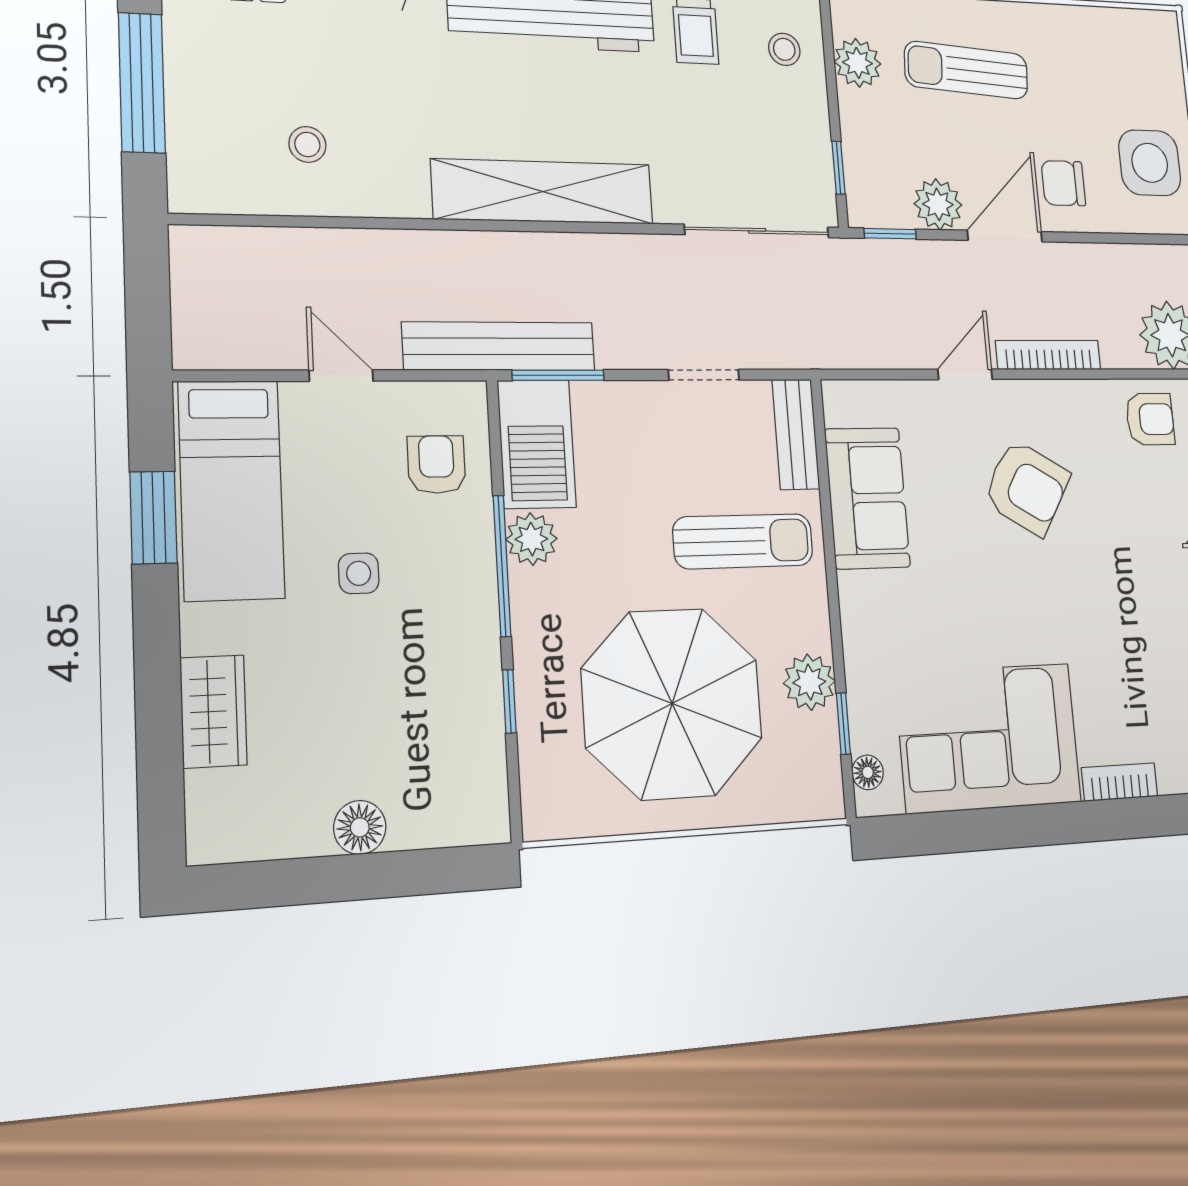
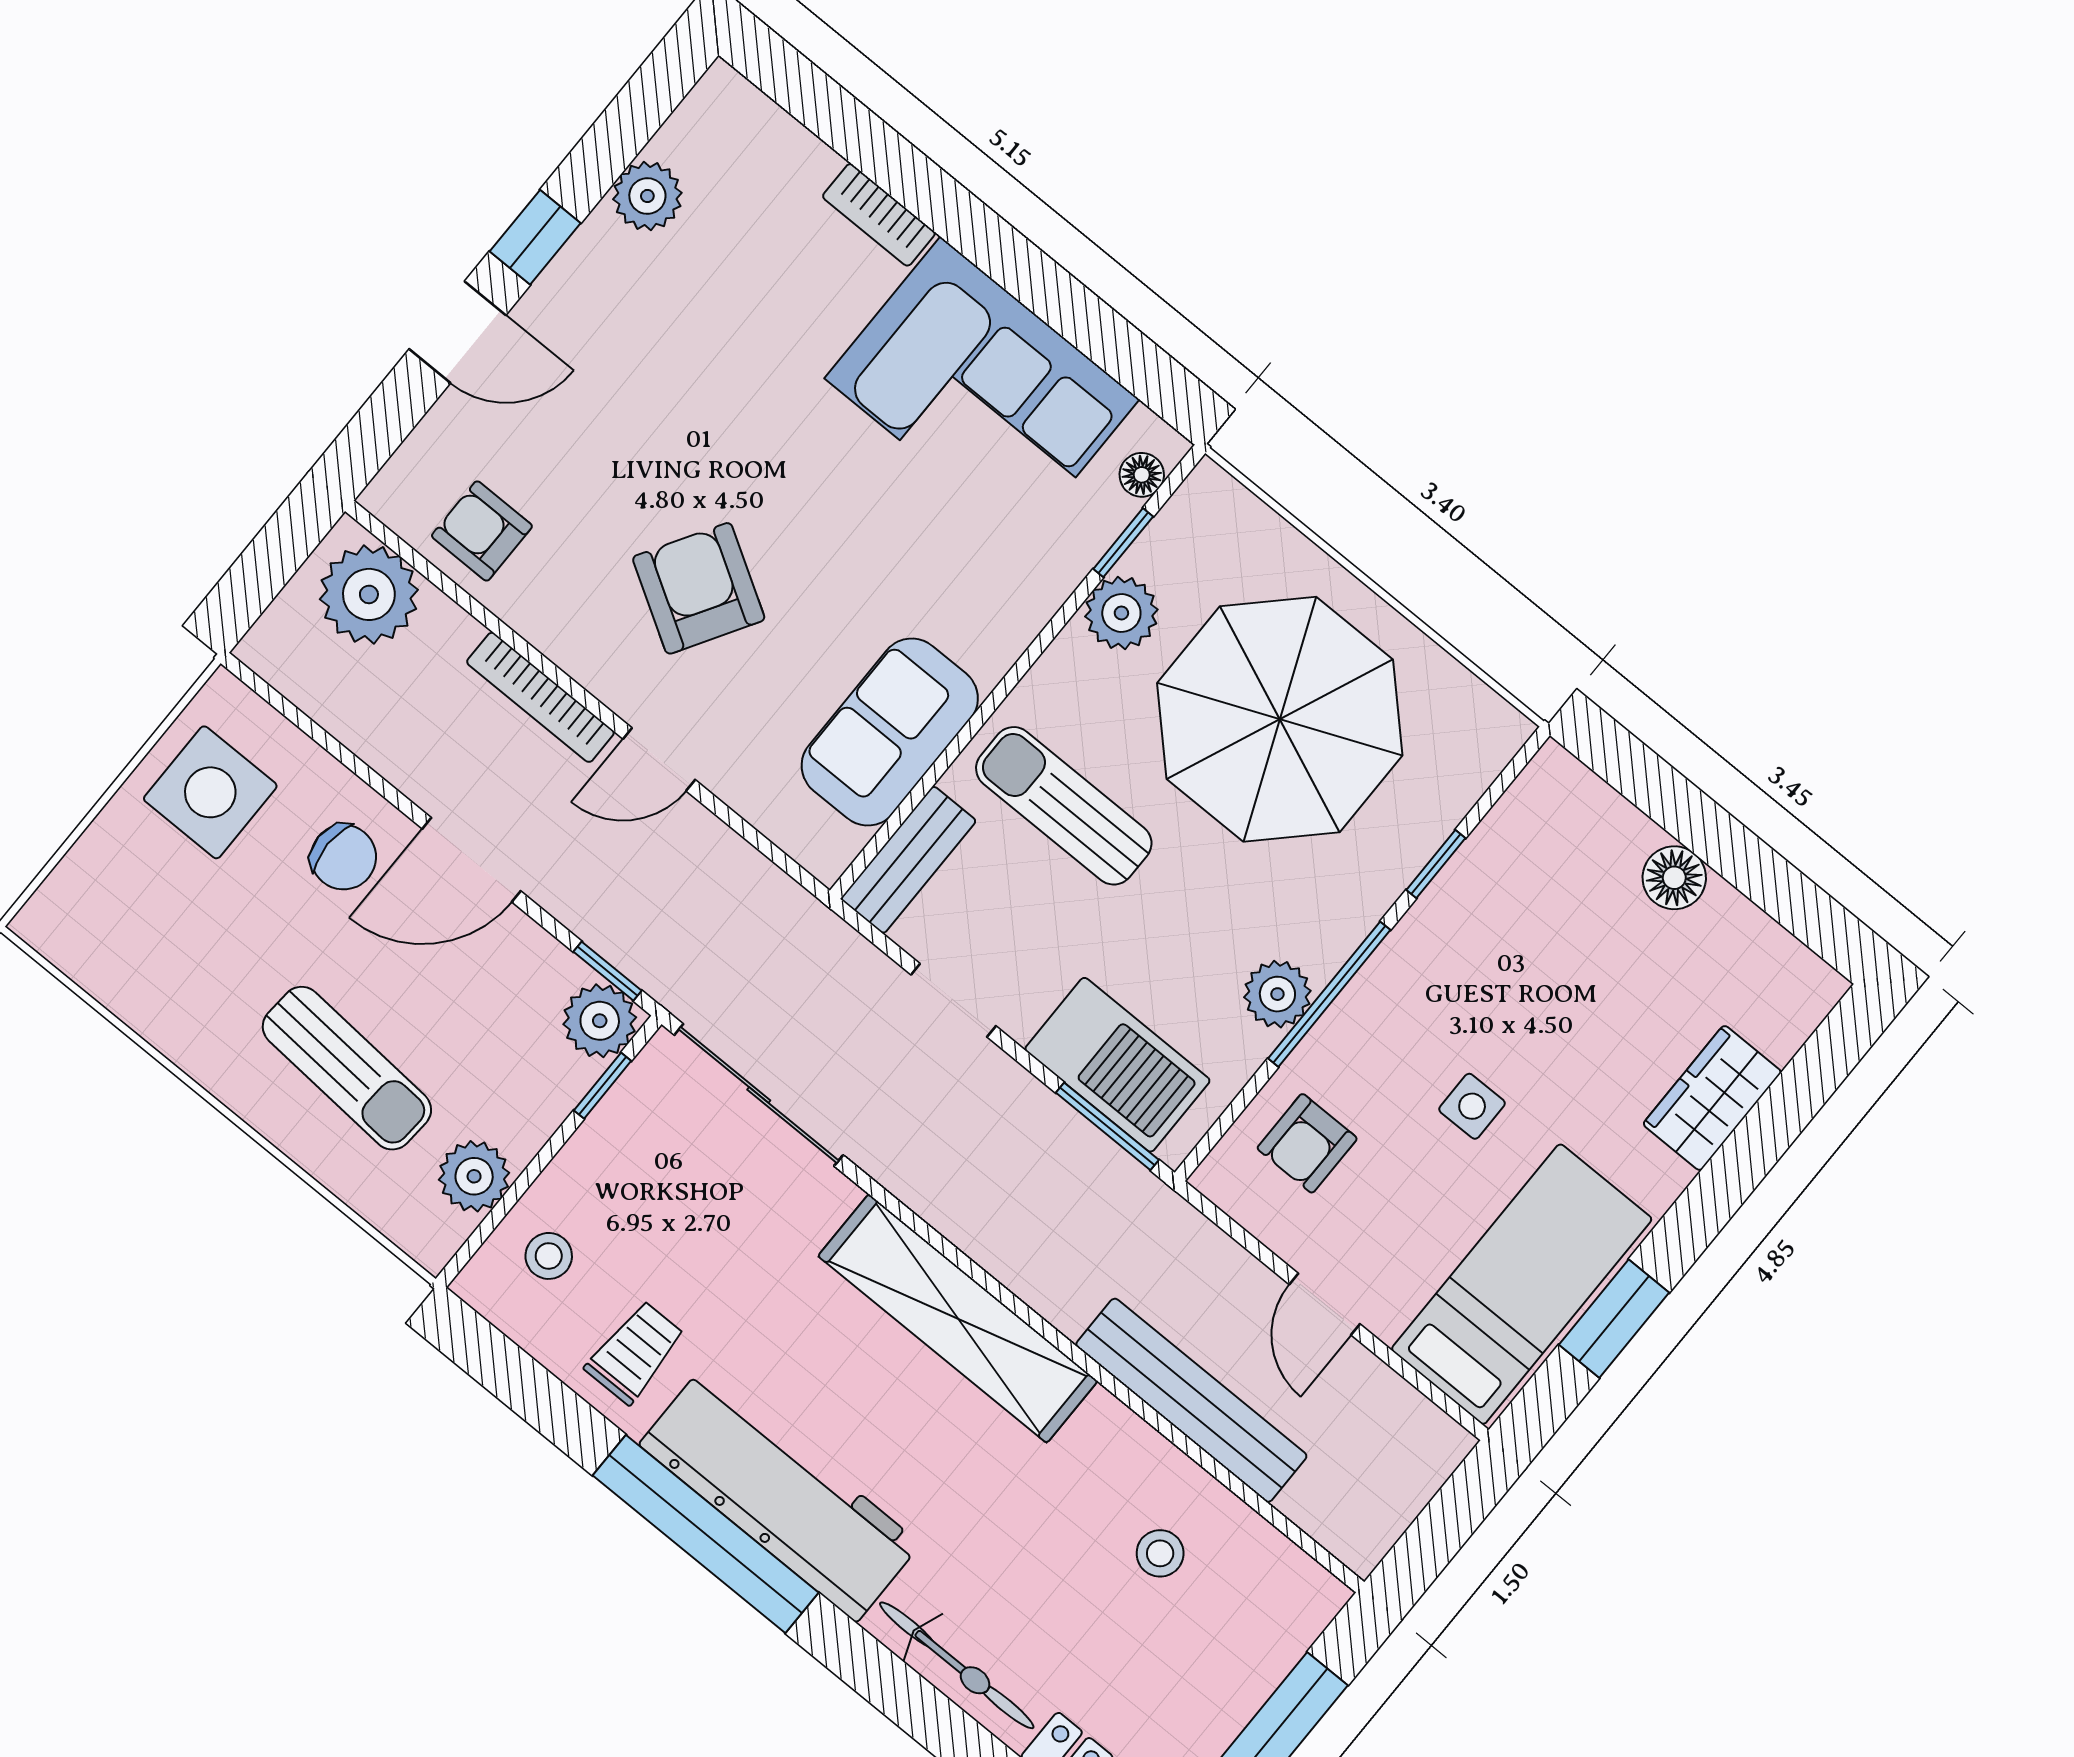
plant: (938, 204) -> (600, 1021), moved
bench: (499, 346) -> (1191, 1400), moved
barbecue: (537, 444) -> (1117, 1065), moved, turned 90

